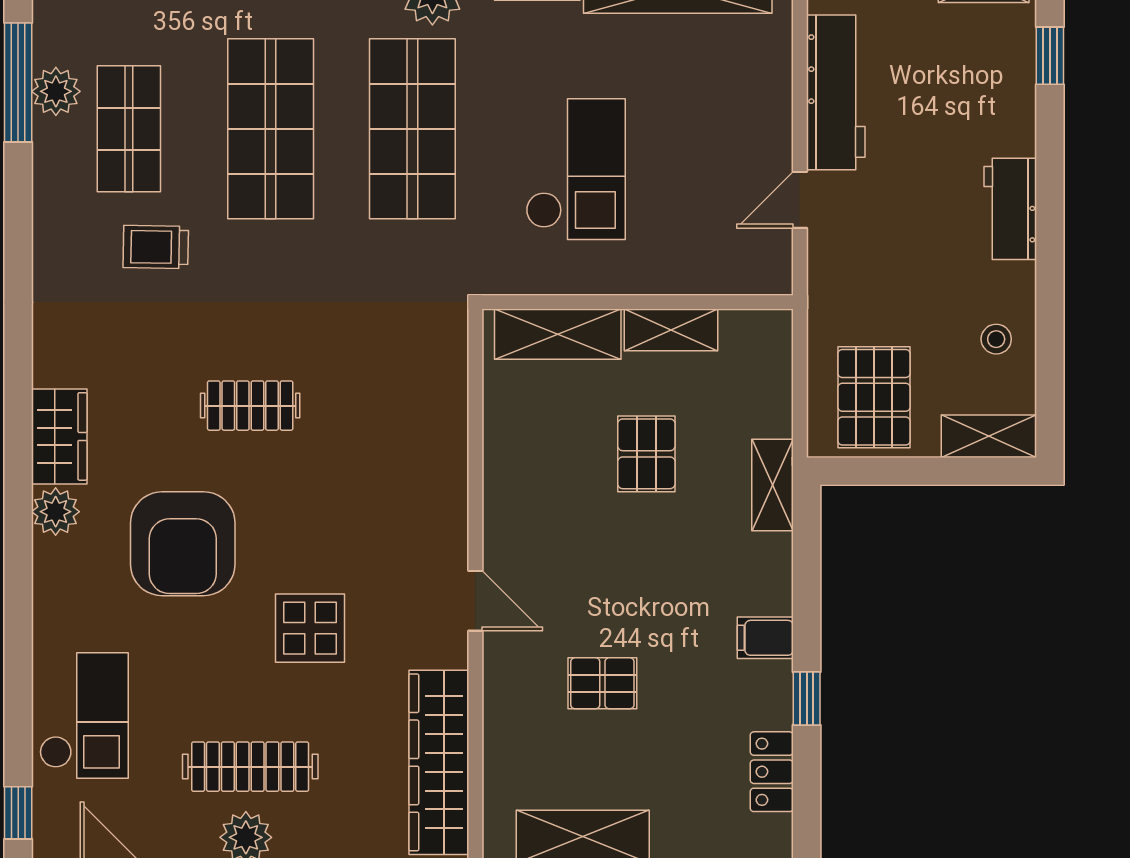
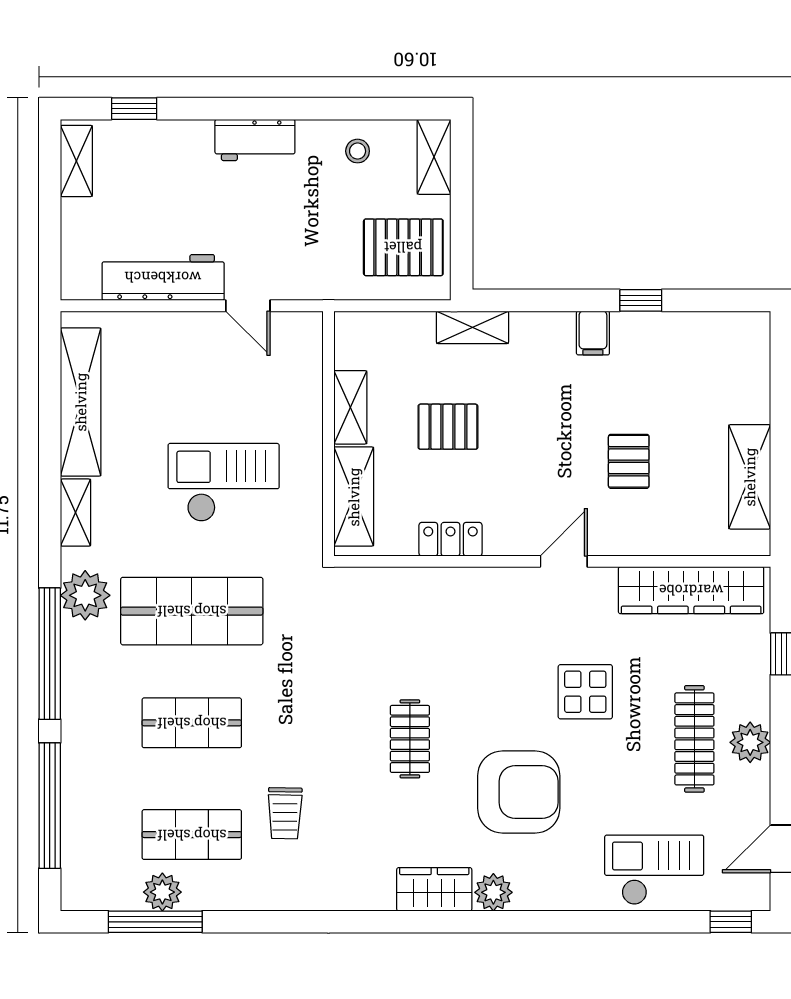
shop shelf: (271, 129) -> (192, 723), width x0.70, depth x0.74
locker: (772, 772) -> (451, 539), moved, turned 180

